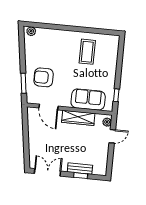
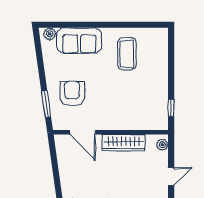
armchair: (44, 77) -> (72, 93), turned 90
sofa: (88, 100) -> (79, 41), moved, turned 180
door: (112, 136) -> (171, 176), moved

